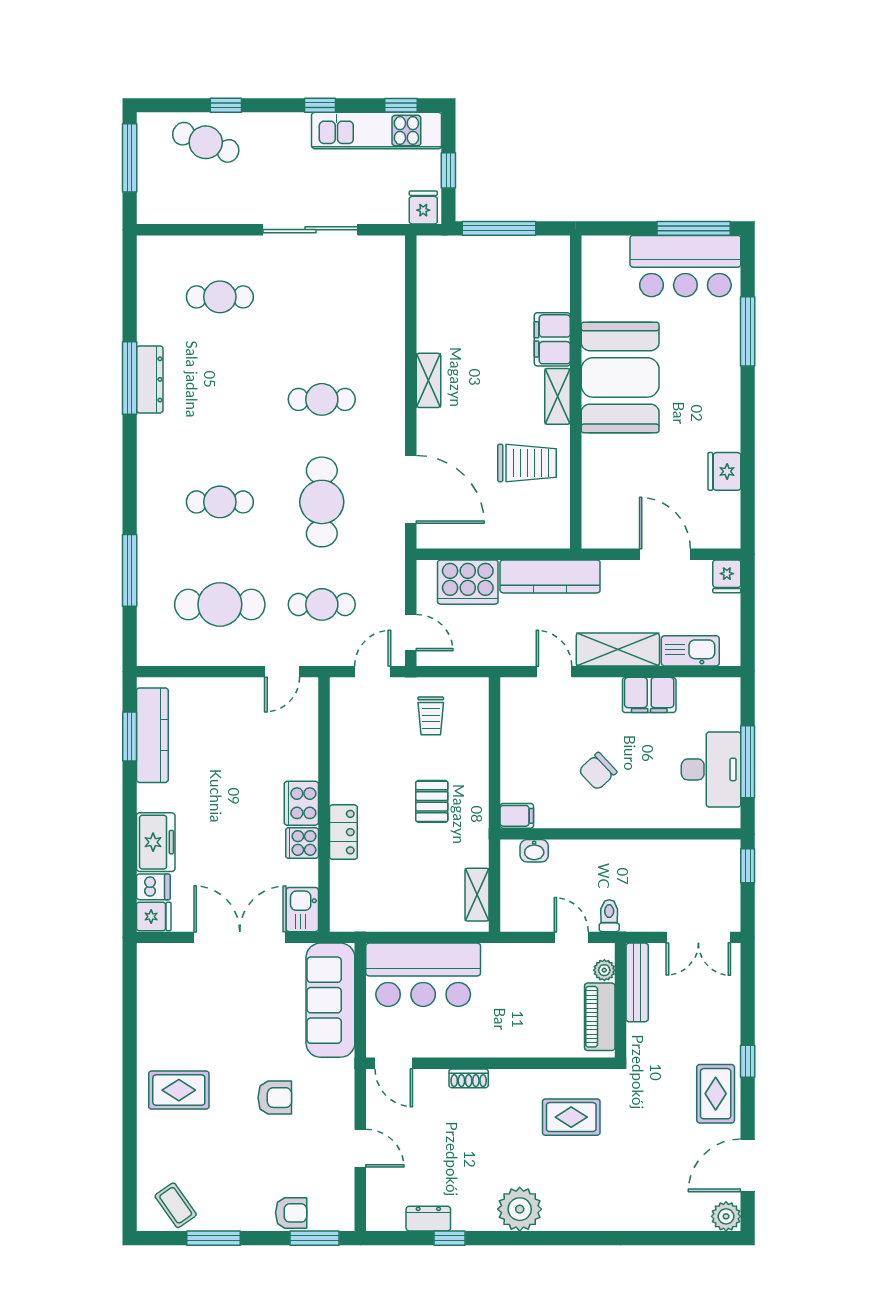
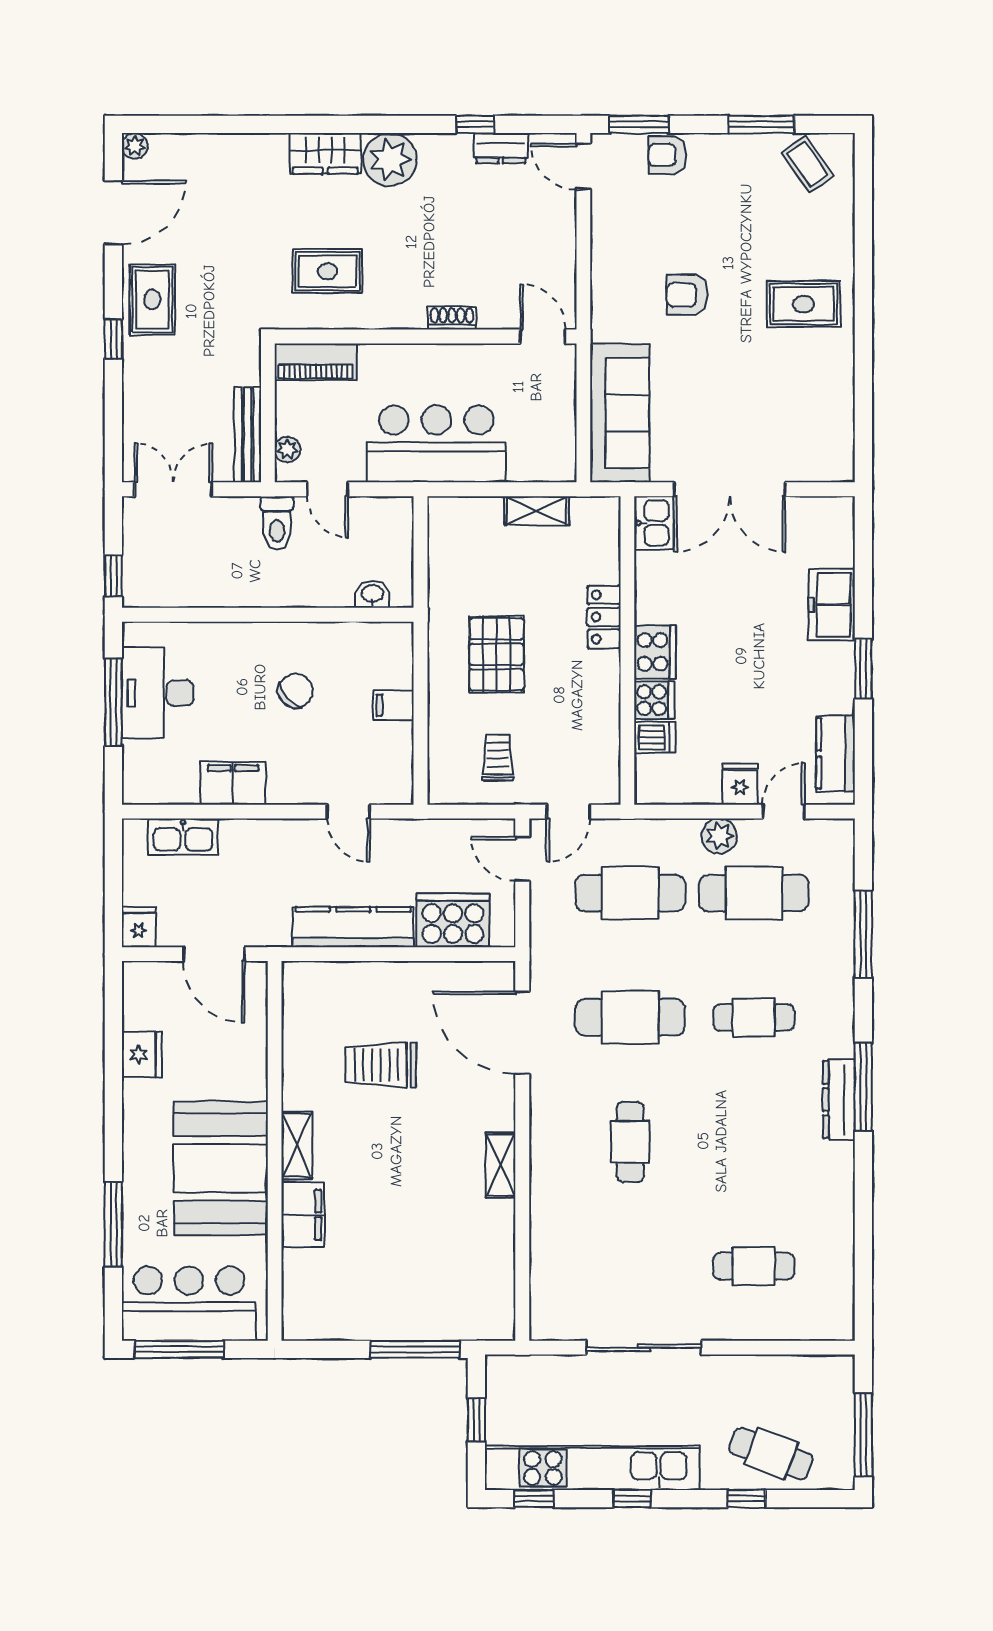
kitchen unit: (377, 131) -> (592, 1468), width x1.36
fridge: (423, 207) -> (507, 1375), removed
filing cabinet: (552, 339) -> (303, 1215), moved
booth: (620, 377) -> (221, 1168), moved
window: (130, 378) -> (863, 1087), moved
dresser: (150, 379) -> (839, 1100), moved
wall: (576, 392) -> (275, 1151), moved
shelving: (557, 396) -> (297, 1145), moved
cafe table: (322, 399) -> (630, 1142), turned 90
cafe table: (322, 502) -> (630, 1017), turned 90
cafe table: (322, 604) -> (630, 893), width x1.37, depth x1.35
shelving: (618, 649) -> (271, 838), removed
plant: (248, 652) -> (719, 836), added
door: (282, 672) -> (784, 812), moved
kitchen counter: (152, 735) -> (836, 754), width x0.67
window: (130, 736) -> (863, 669), moved
pallet: (432, 801) -> (497, 654), width x1.50, depth x1.42
filing cabinet: (517, 816) -> (394, 705), moved
cooker: (302, 843) -> (654, 700), moved
dishwasher: (153, 887) -> (655, 737), moved, turned 180
shelving: (477, 895) -> (536, 511), moved, turned 90
fridge: (154, 916) -> (740, 784), moved, turned 90
toilet: (609, 916) -> (277, 523), width x1.37, depth x1.39
bar counter: (423, 975) -> (436, 444), moved
piano: (600, 1017) -> (316, 362), moved, turned 90
door: (360, 1148) -> (583, 166), moved
wardrobe: (573, 1214) -> (325, 153), added
plant: (726, 1216) -> (135, 146), width x0.73, depth x0.73

